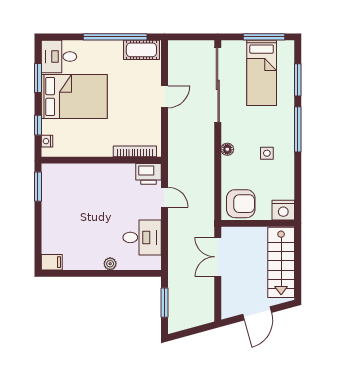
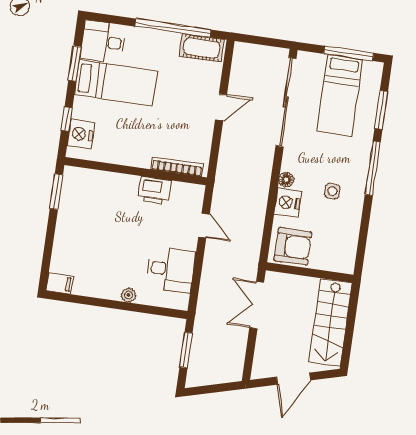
bed: (74, 96) -> (116, 83), width x0.67
nightstand: (47, 141) -> (81, 134), width x1.89, depth x1.79
printer: (148, 174) -> (155, 191), moved
nightstand: (283, 210) -> (288, 202), moved, turned 90

